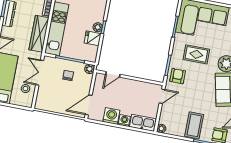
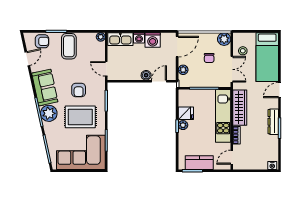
rug: (196, 54) -> (80, 117), width x1.36, depth x1.43
plant: (90, 69) -> (183, 70), moved
chair: (68, 75) -> (209, 58), moved
armchair: (178, 76) -> (79, 90), moved
boiler: (124, 83) -> (146, 75), added
door: (162, 96) -> (106, 69), hinge flipped
plant: (41, 104) -> (224, 39), added

